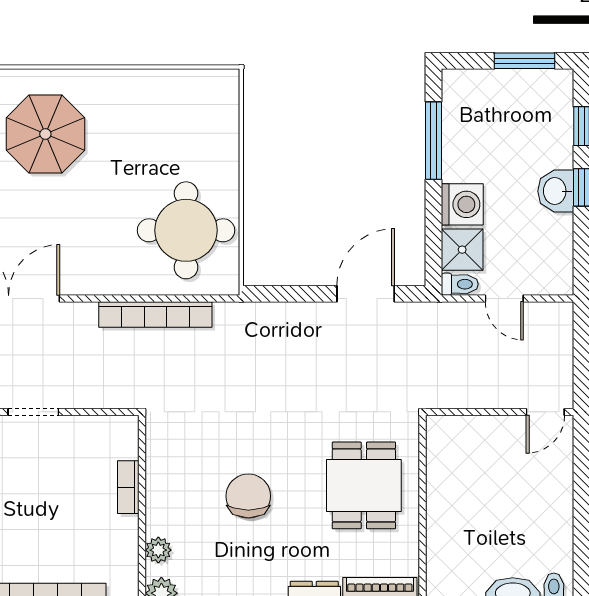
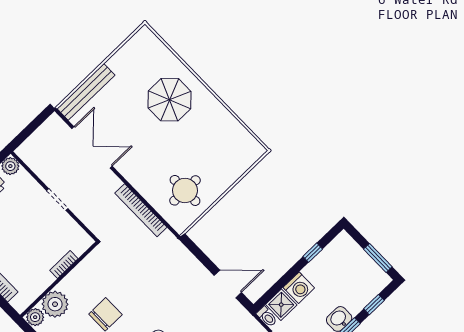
window: (434, 141) -> (313, 253), width x0.46
round table: (186, 230) -> (185, 190), width x0.73, depth x0.73
plant: (158, 550) -> (55, 304), width x1.87, depth x1.87

